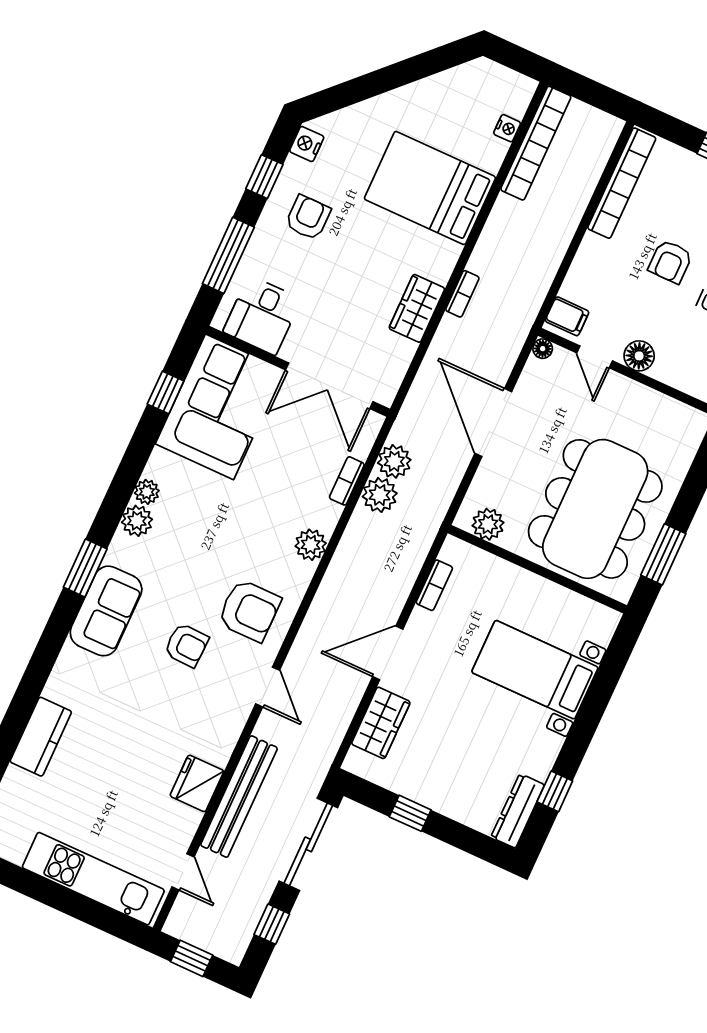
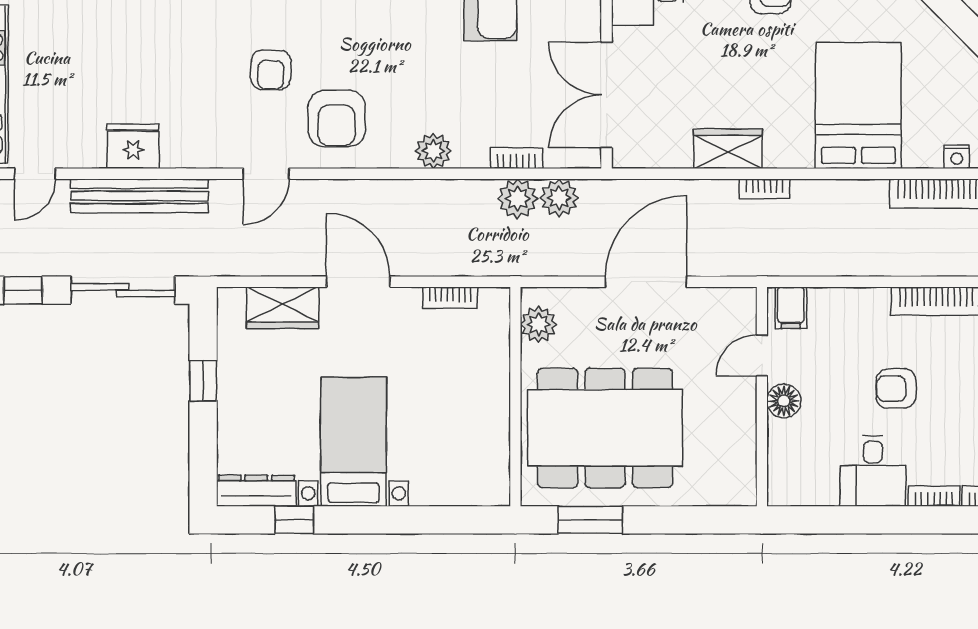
floor lamp: (543, 349) -> (746, 298), removed
bed with nightstands: (535, 670) -> (354, 442), moved

